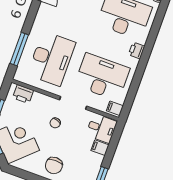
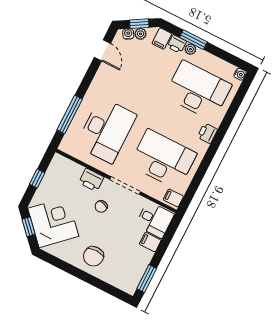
printer: (23, 94) -> (91, 180), moved

